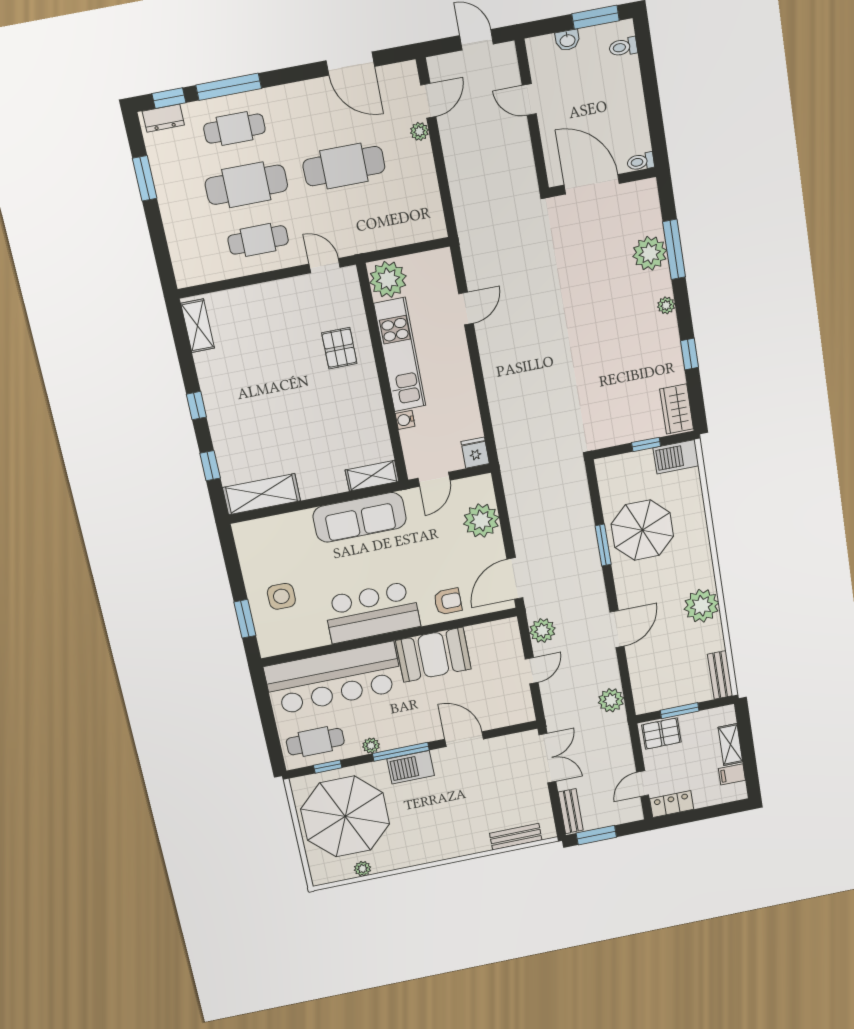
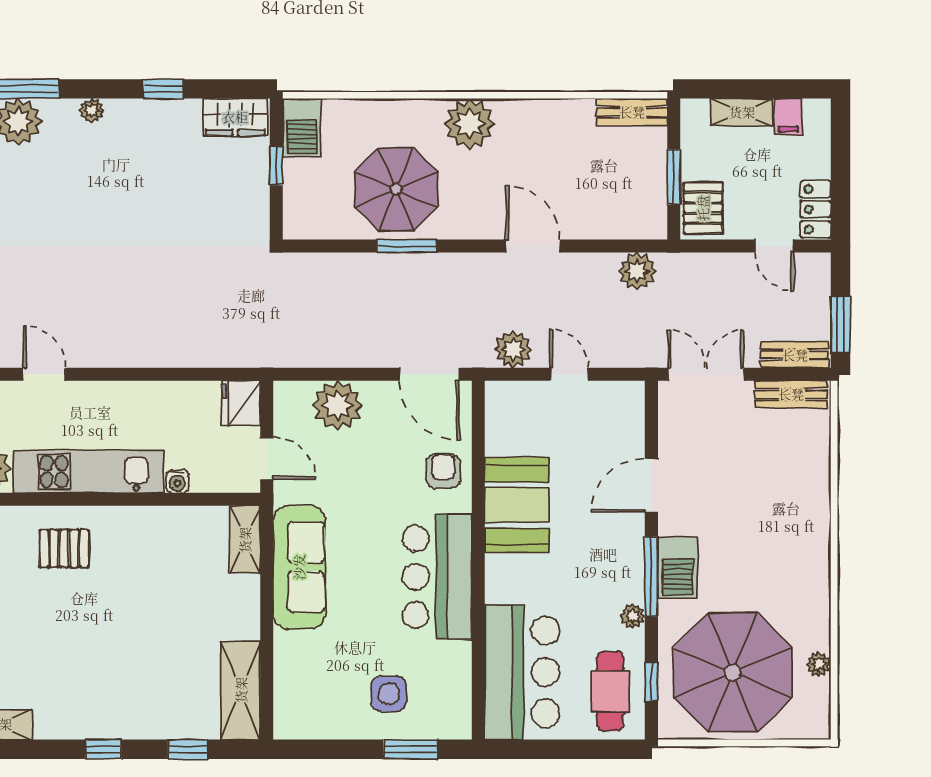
fridge: (475, 453) -> (241, 403), width x1.38
plant: (701, 606) -> (469, 124), moved
bar counter: (334, 678) -> (522, 672), width x0.73
bench: (516, 837) -> (791, 394), moved, turned 90

